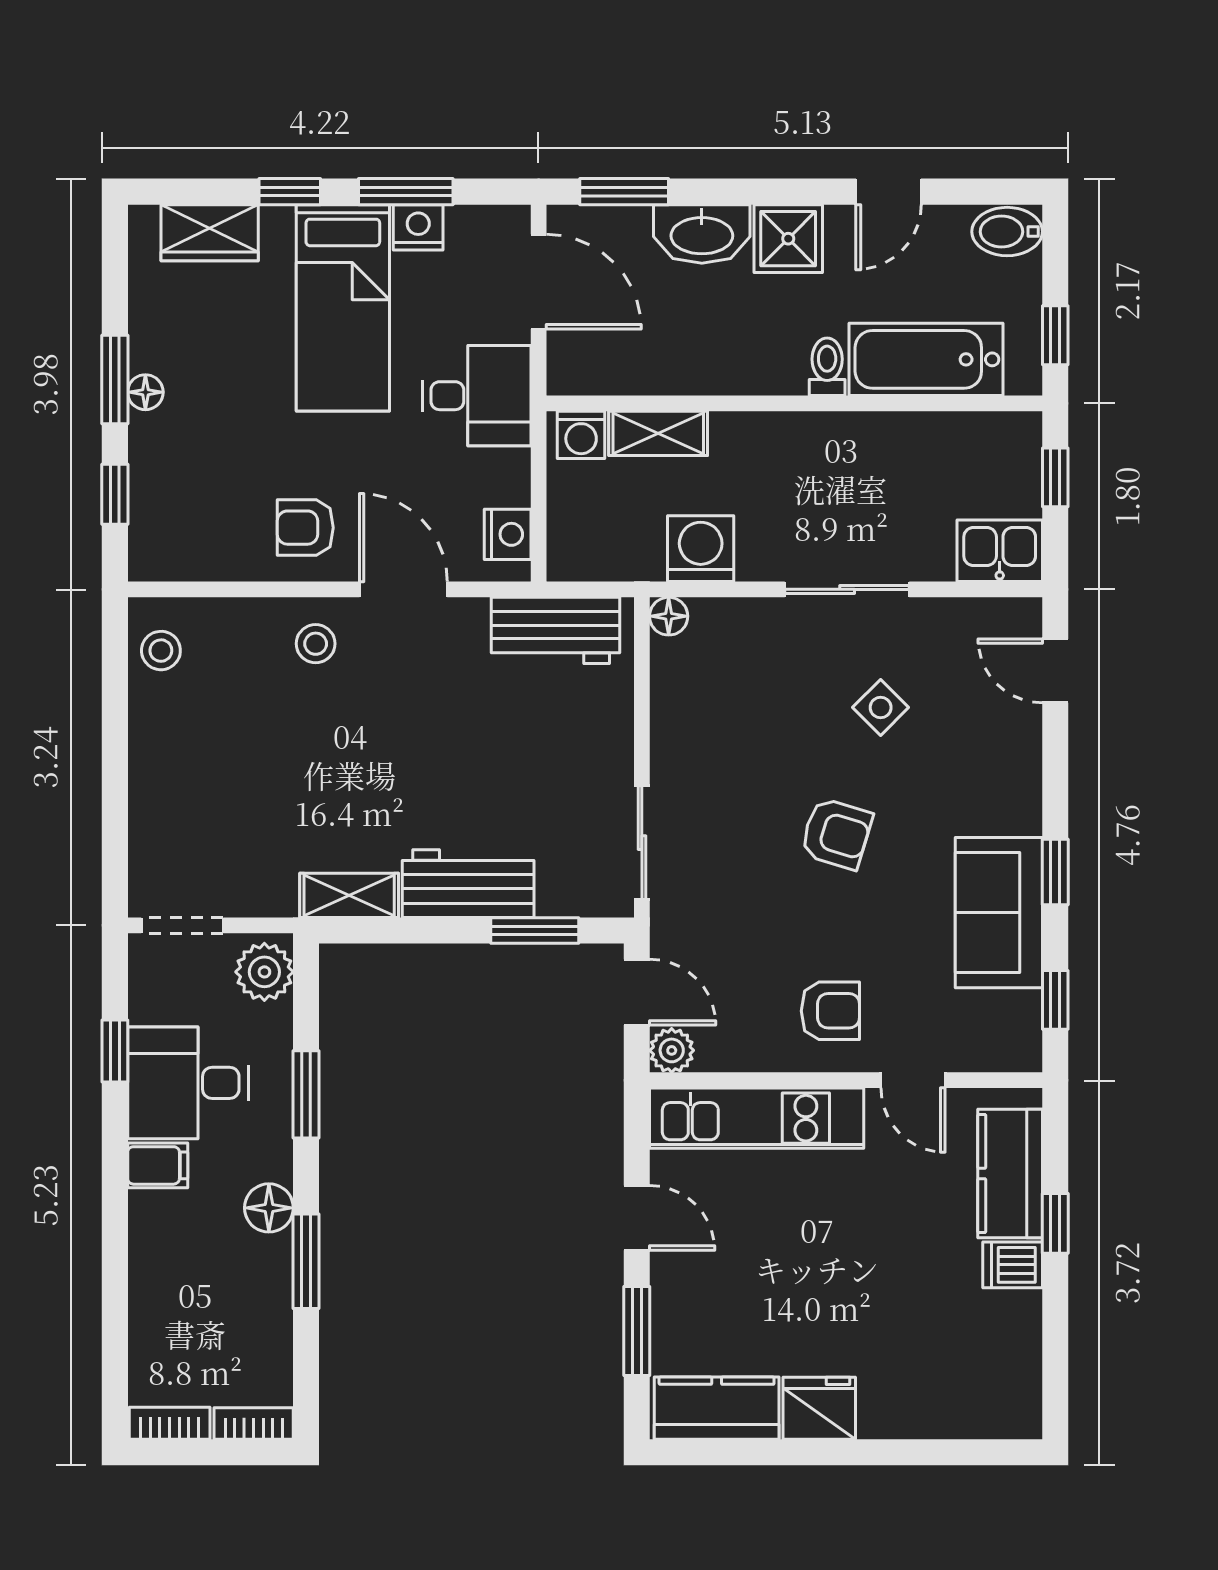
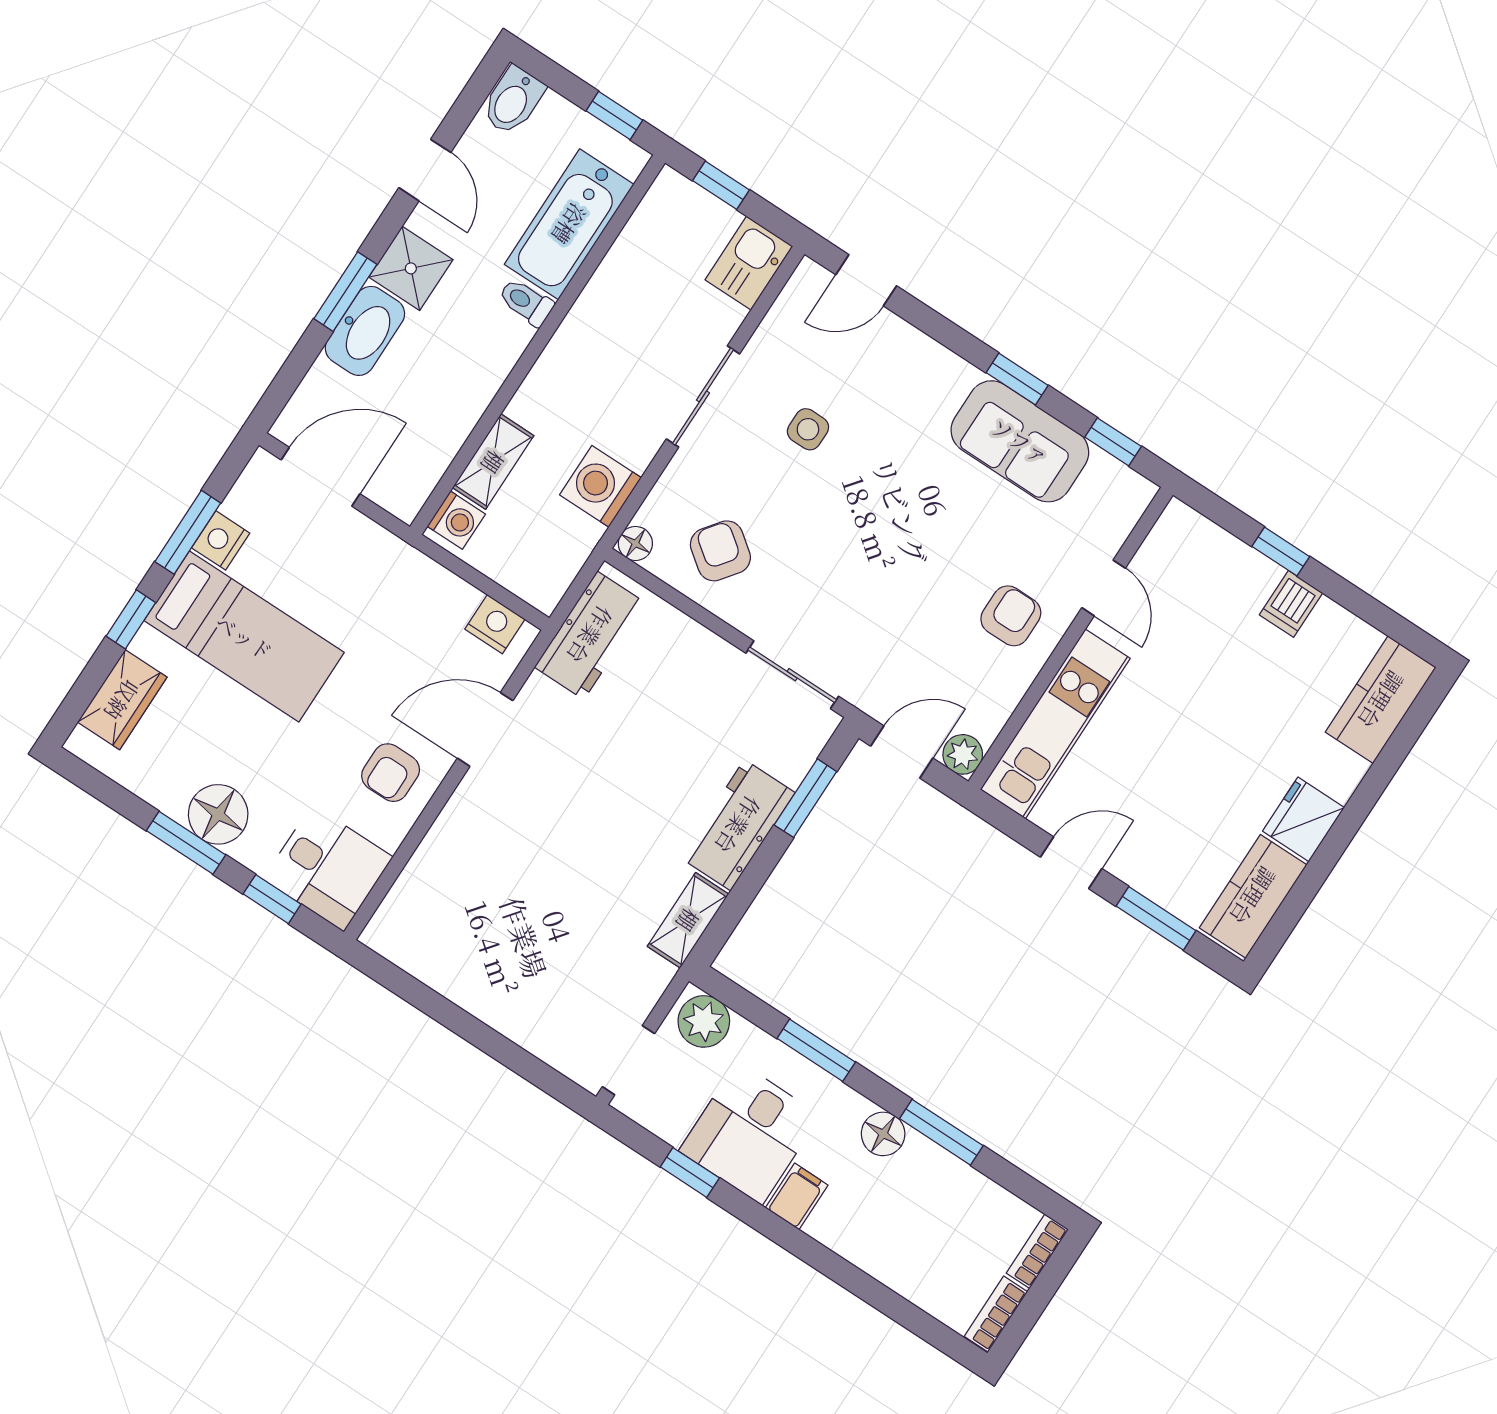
window: (624, 192) -> (345, 292), moved
floor lamp: (145, 392) -> (218, 814), width x1.89, depth x1.89
desk: (477, 396) -> (328, 868), moved, turned 90
stool: (316, 644) -> (483, 822), removed
stool: (161, 651) -> (412, 941), removed
side table: (881, 707) -> (808, 429), turned 45
armchair: (836, 834) -> (720, 551), moved, turned -70
door: (913, 1080) -> (1104, 588), hinge flipped
kitchen counter: (1010, 1173) -> (1381, 700), moved, turned 90

